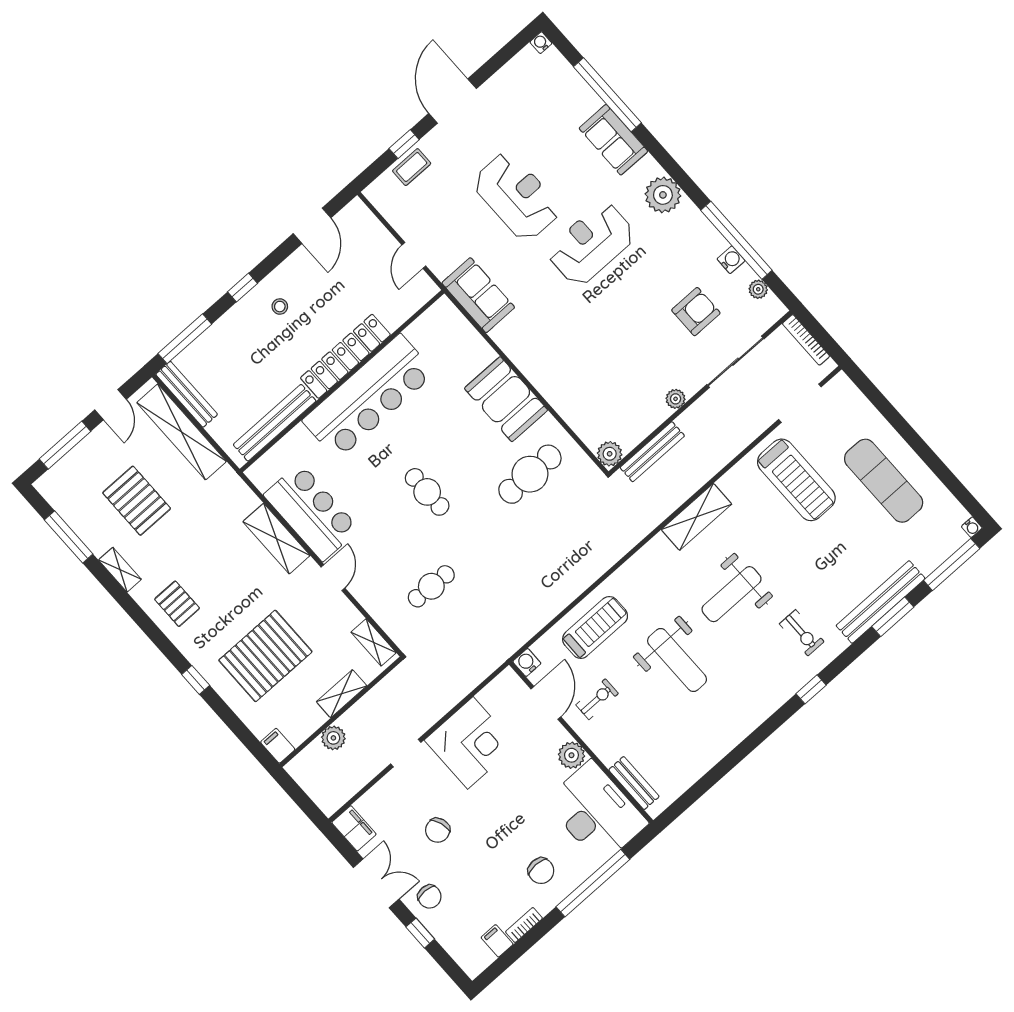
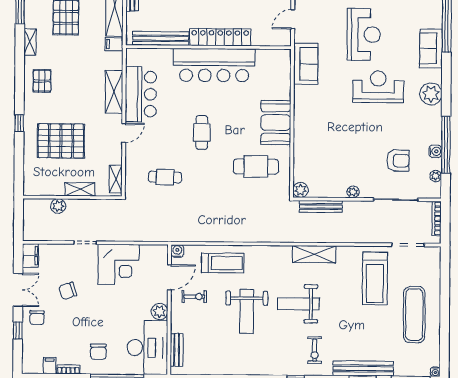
filing cabinet: (278, 746) -> (114, 44), moved, turned -90

